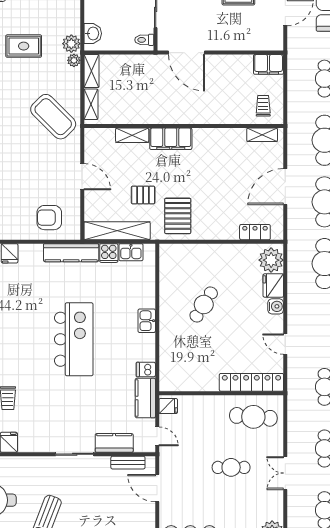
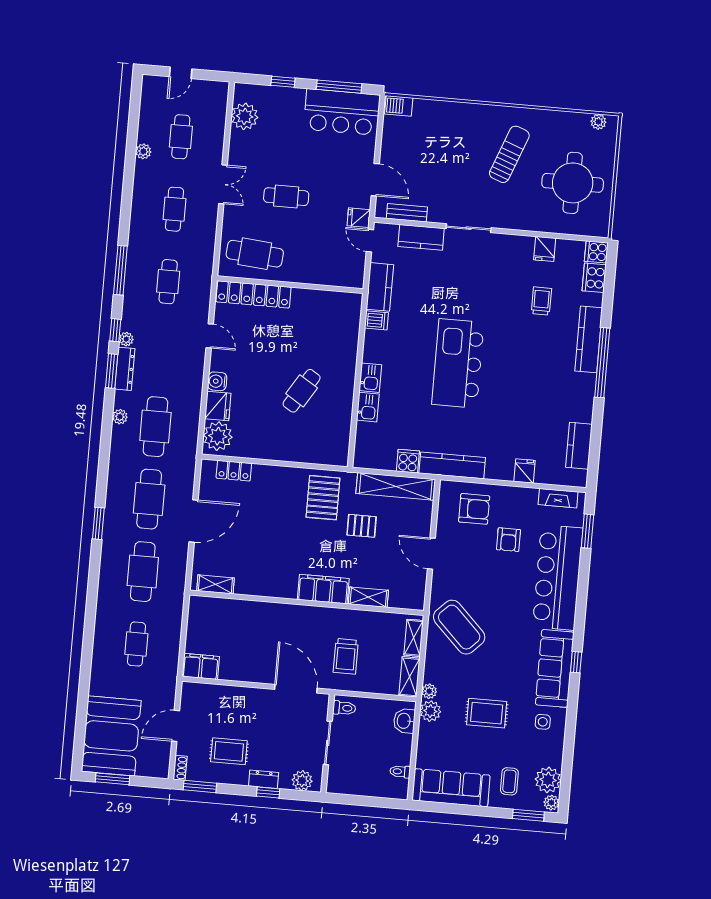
trolley: (263, 106) -> (346, 656), moved, width x1.36, depth x1.39
armchair: (18, 194) -> (508, 540), added
kitchen sink: (131, 252) -> (368, 407), moved, turned 90
fridge: (168, 406) -> (359, 218), moved

